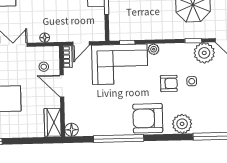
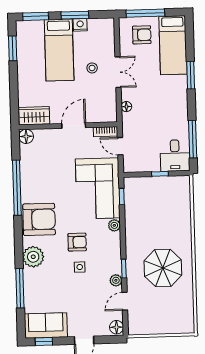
plant: (204, 53) -> (116, 280), width x0.53, depth x0.53
stool: (44, 67) -> (92, 68), moved
armchair: (169, 83) -> (77, 242), turned -90
armchair: (148, 118) -> (39, 219), turned 90

